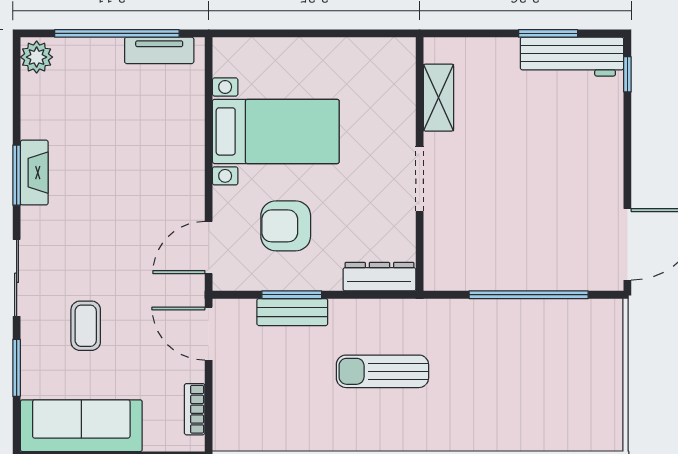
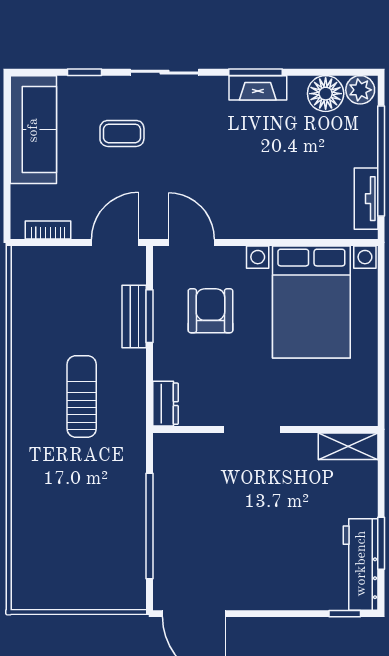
floor lamp: (41, 96) -> (326, 94), added
shelving: (438, 98) -> (348, 446), moved
bed with nightstands: (276, 131) -> (311, 302), width x1.36
dresser: (379, 277) -> (165, 404), width x0.70
window: (17, 368) -> (85, 72), width x0.67

